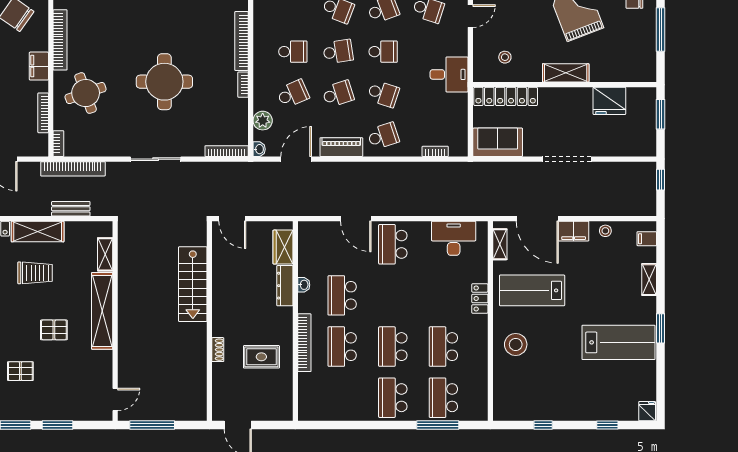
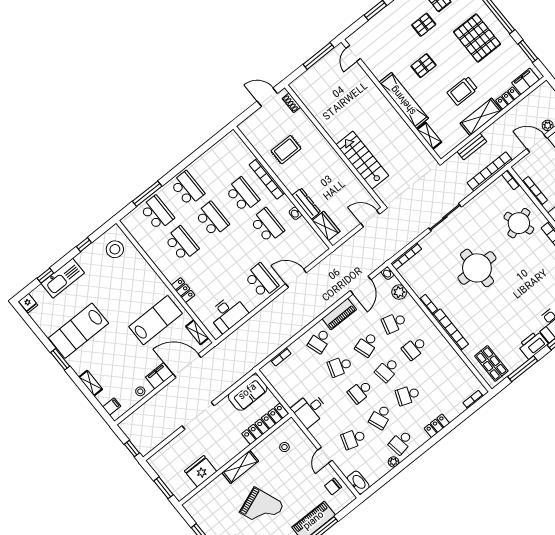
school desk: (293, 94) -> (394, 323), turned 39
stool: (516, 344) -> (115, 249), moved
shoe rack: (218, 350) -> (291, 103), moved
kitchen sink: (592, 408) -> (63, 278), added

